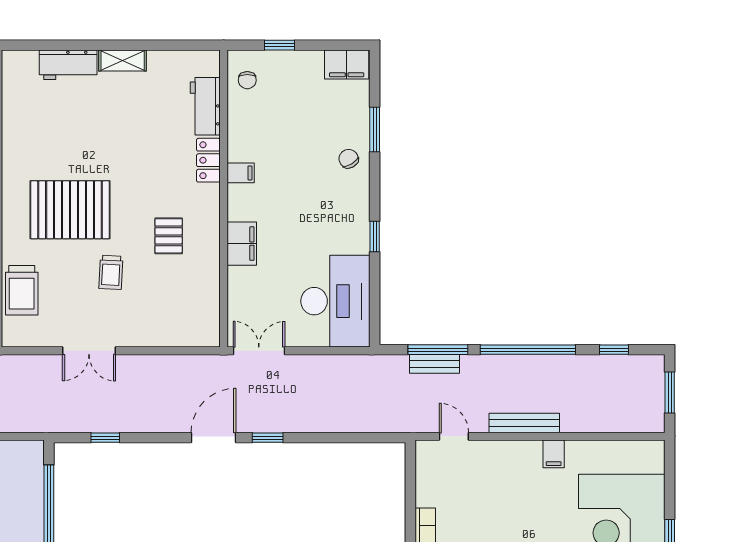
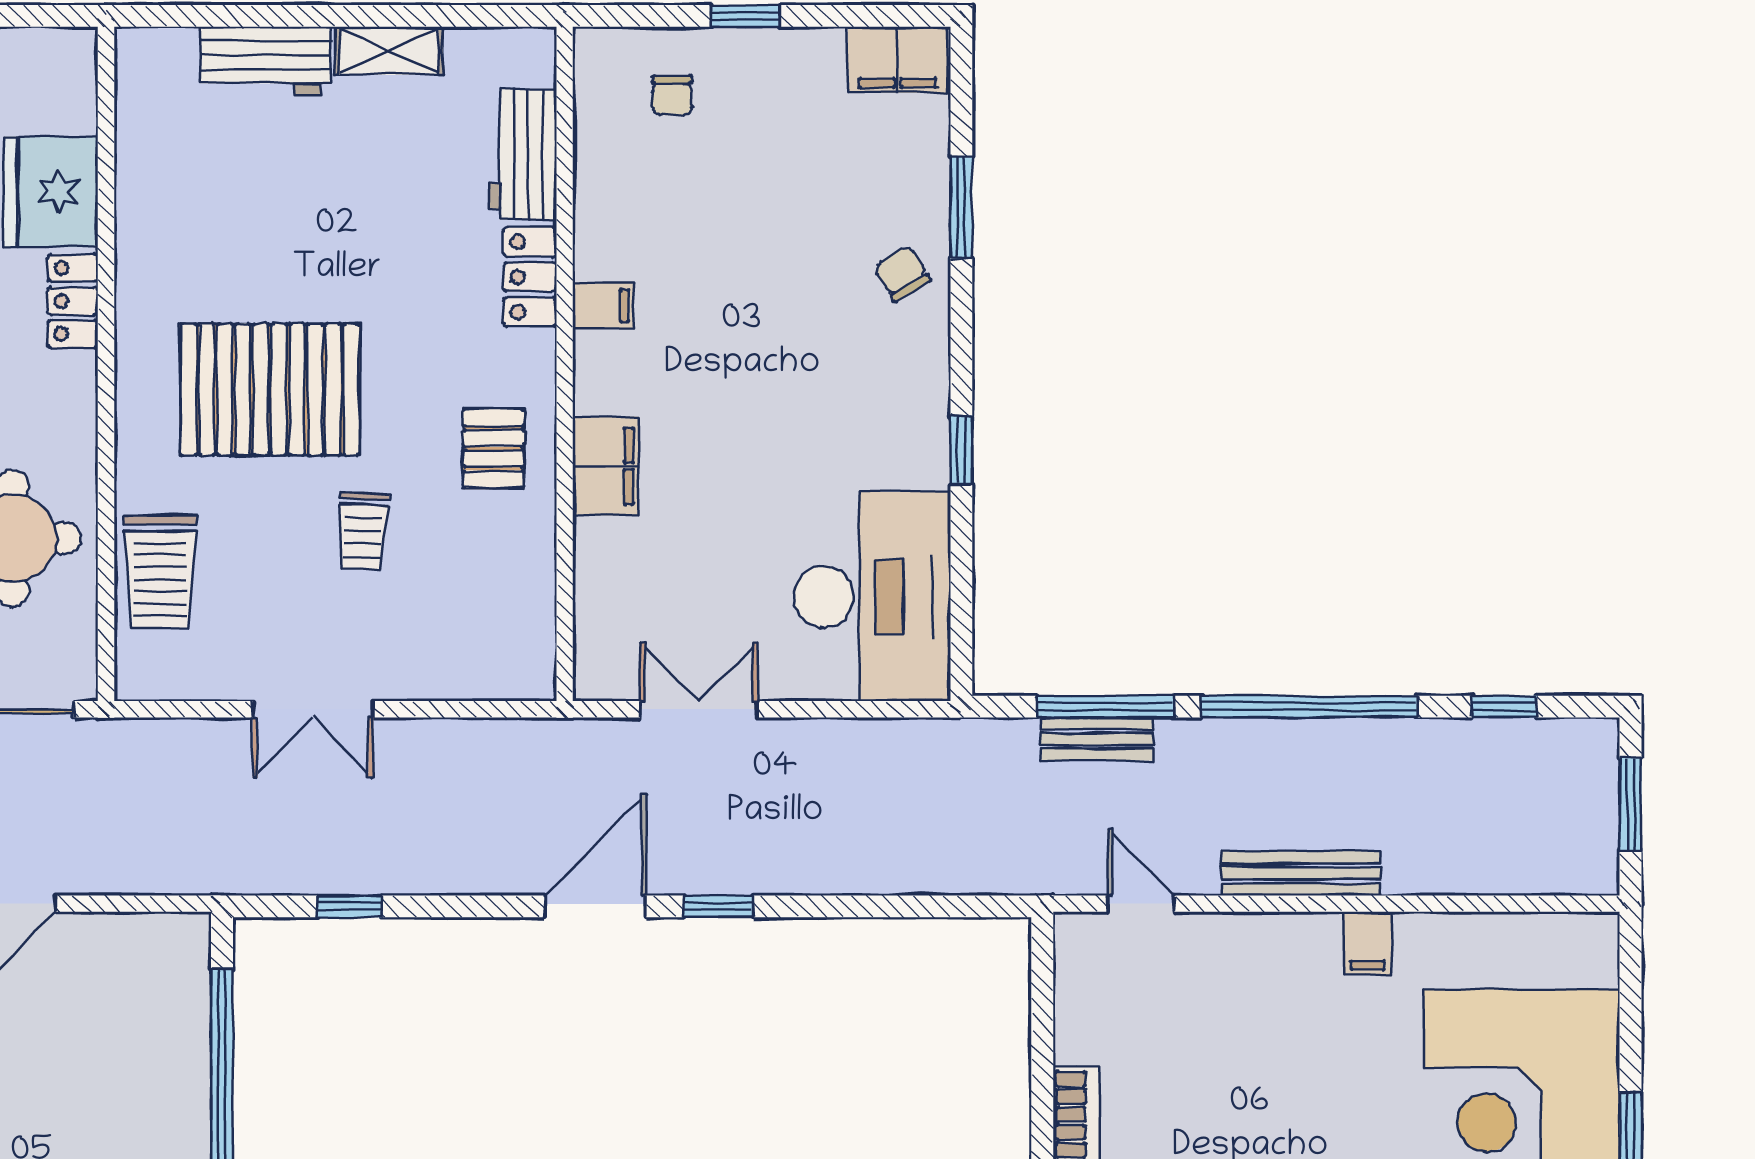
workbench: (205, 106) -> (523, 154), moved
locker: (208, 160) -> (530, 277), moved
filing cabinet: (241, 173) -> (603, 306), moved
wall: (224, 199) -> (565, 364), moved
filing cabinet: (242, 244) -> (606, 466), moved

